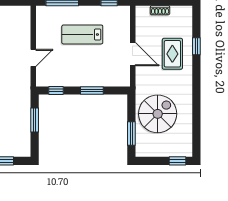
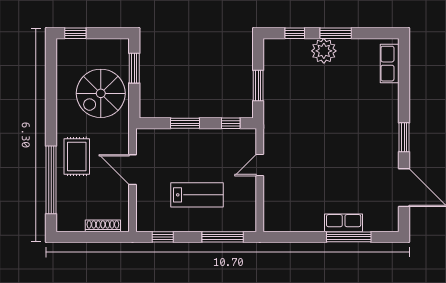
shoe rack: (160, 10) -> (103, 226), width x1.43
window: (196, 46) -> (51, 180), width x3.17
rug: (172, 54) -> (77, 156), moved

